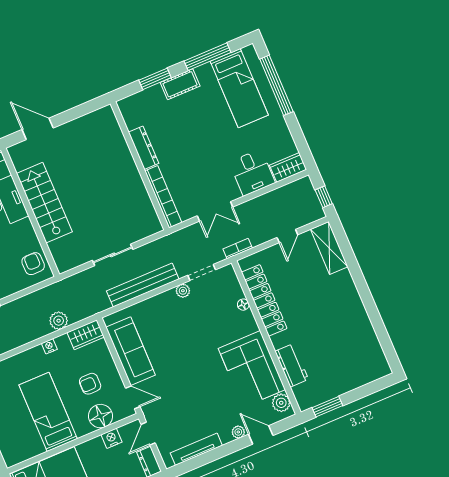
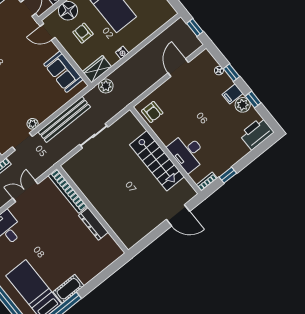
window: (155, 79) -> (100, 279), removed
cot: (180, 84) -> (69, 289), moved
plant: (59, 321) -> (106, 86), moved
sofa: (131, 351) -> (63, 72), width x0.73
armchair: (90, 384) -> (83, 33), turned -90

